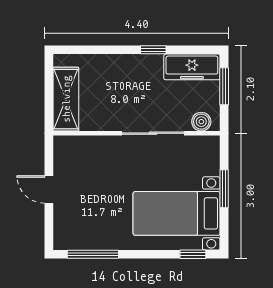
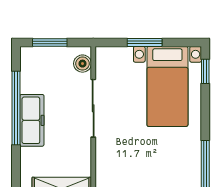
window: (153, 50) -> (16, 108), width x3.17
freezer: (192, 67) -> (32, 120), moved

